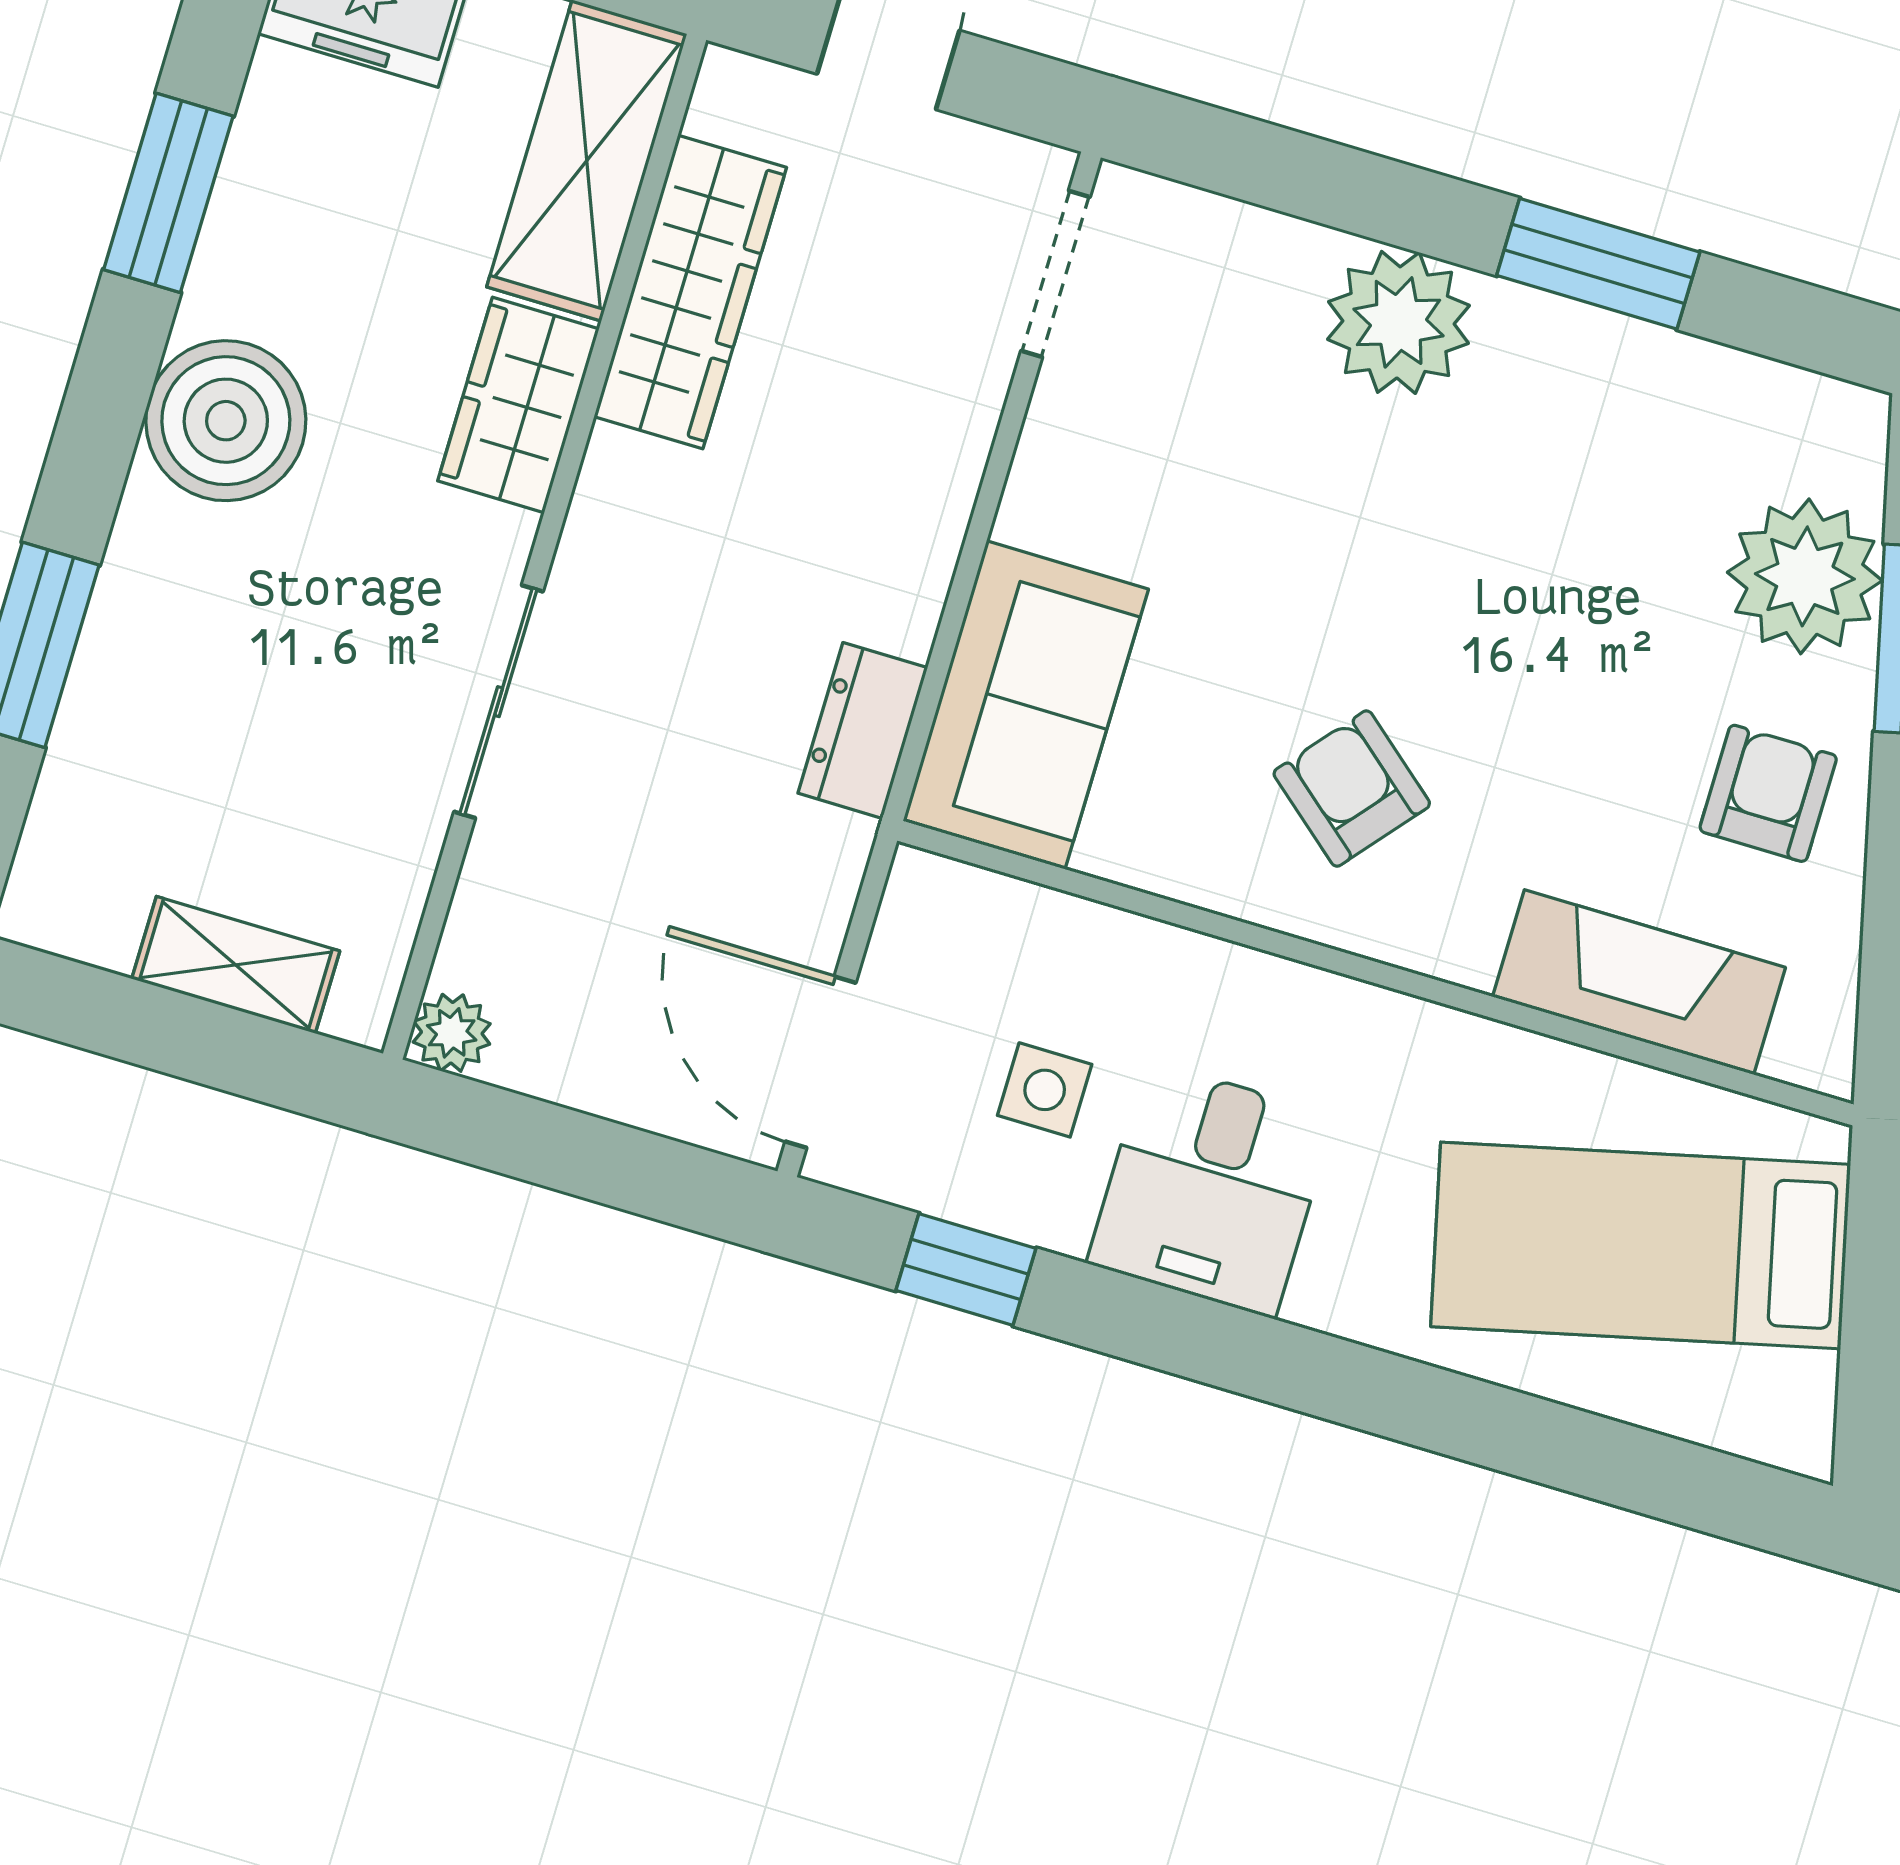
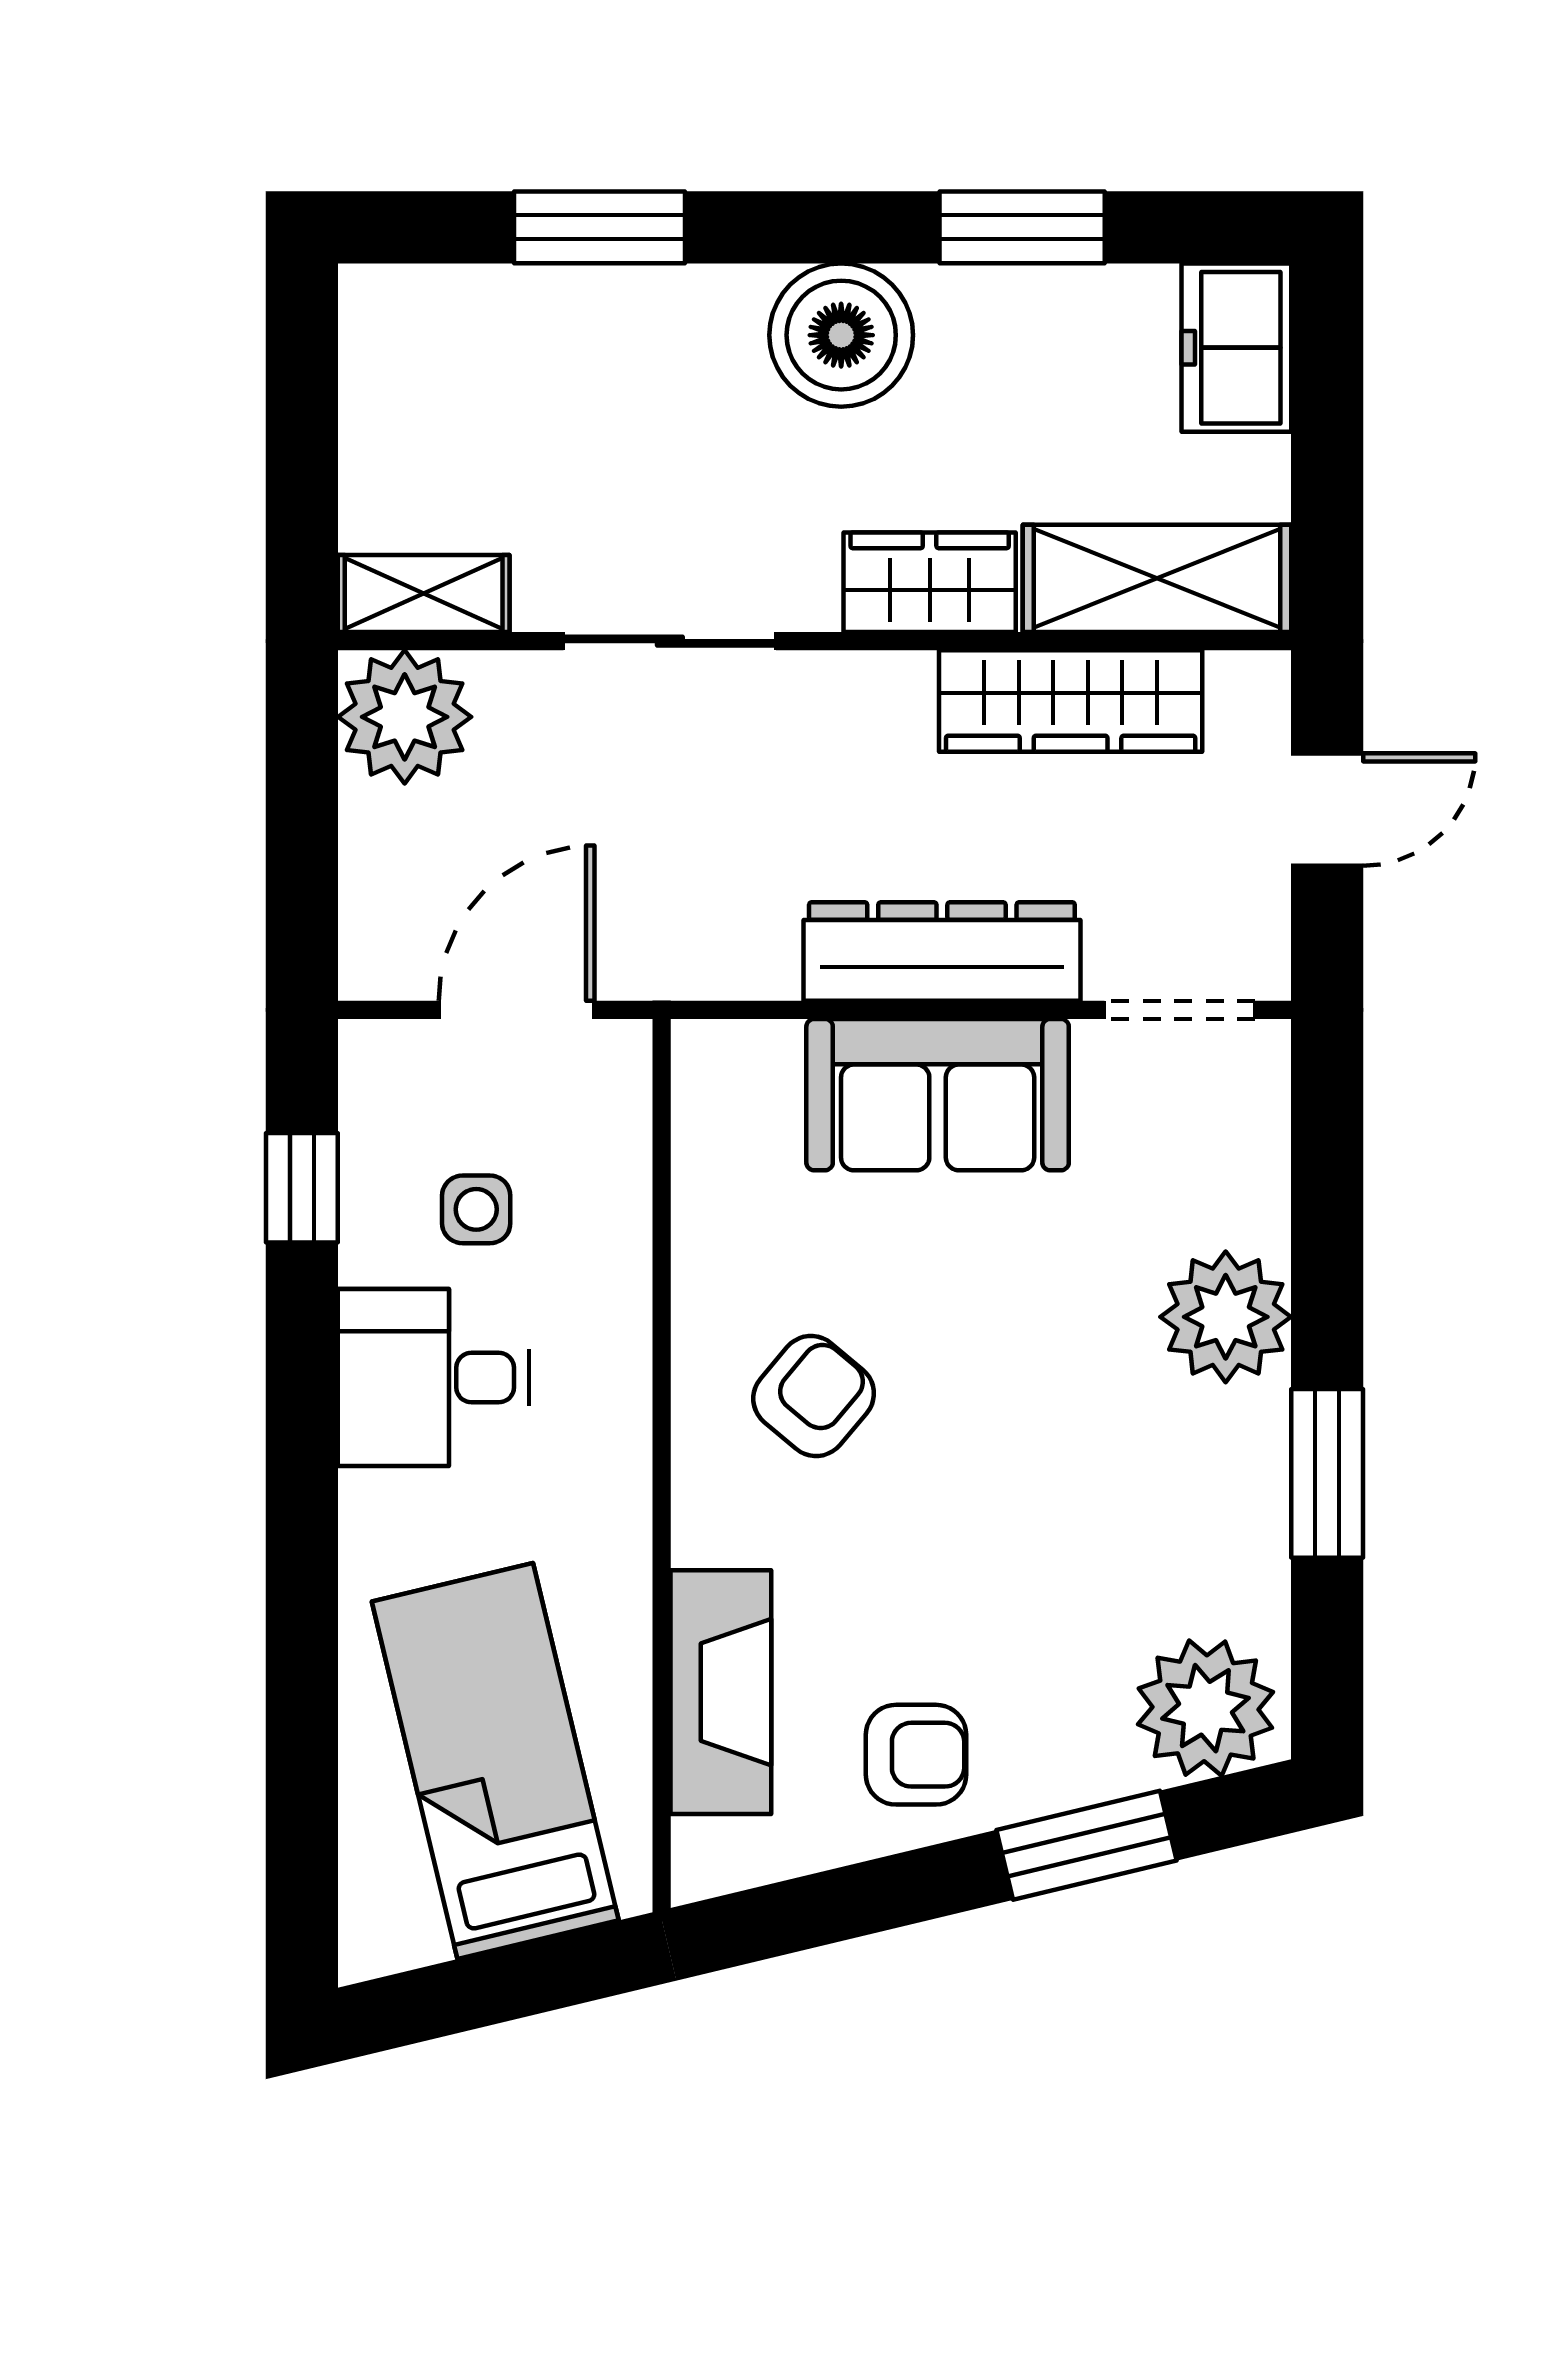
plant: (1805, 576) -> (1205, 1708), moved
sofa: (1026, 705) -> (938, 1095), moved
dresser: (863, 730) -> (942, 952), moved, width x1.96, depth x1.24
shelving: (236, 965) -> (424, 594), moved, turned 90
plant: (452, 1033) -> (405, 717), width x1.87, depth x1.87
door: (821, 1062) -> (517, 1010), moved

